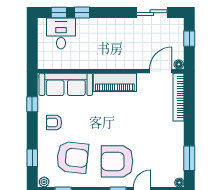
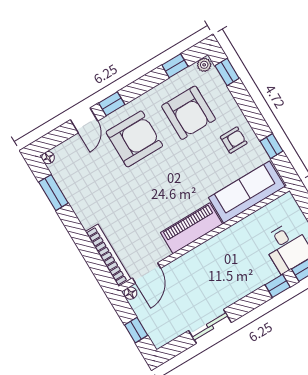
sliding door: (152, 13) -> (210, 326), moved
armchair: (72, 157) -> (189, 113), turned -96
window: (32, 158) -> (227, 72), moved

